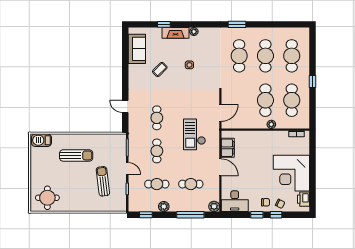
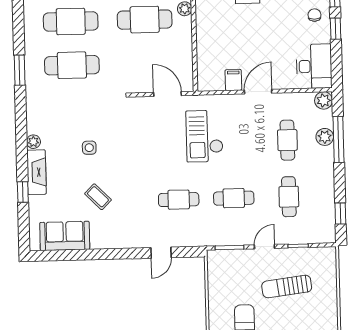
checkout: (195, 134) -> (204, 136), turned 90
filing cabinet: (228, 148) -> (233, 80), width x0.50
plant: (164, 206) -> (325, 137), moved

